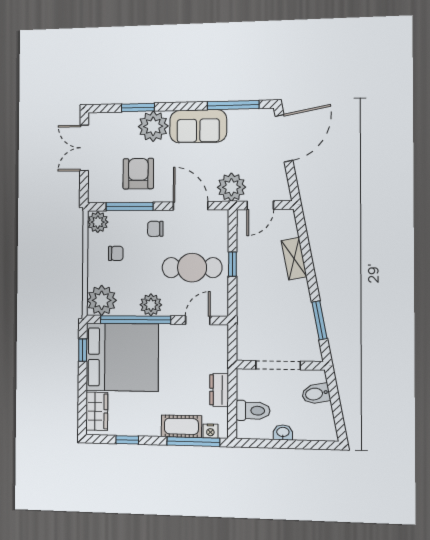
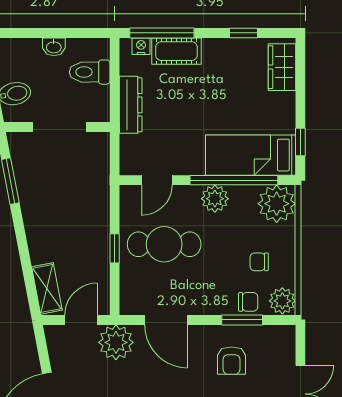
armchair: (138, 174) -> (231, 361), width x0.72, depth x0.72
window: (130, 206) -> (242, 320), width x0.69
chair: (155, 229) -> (248, 302), moved
shelving: (294, 259) -> (47, 288), moved
bed: (122, 357) -> (251, 155), width x0.49
dresser: (219, 390) -> (131, 105), width x1.44

